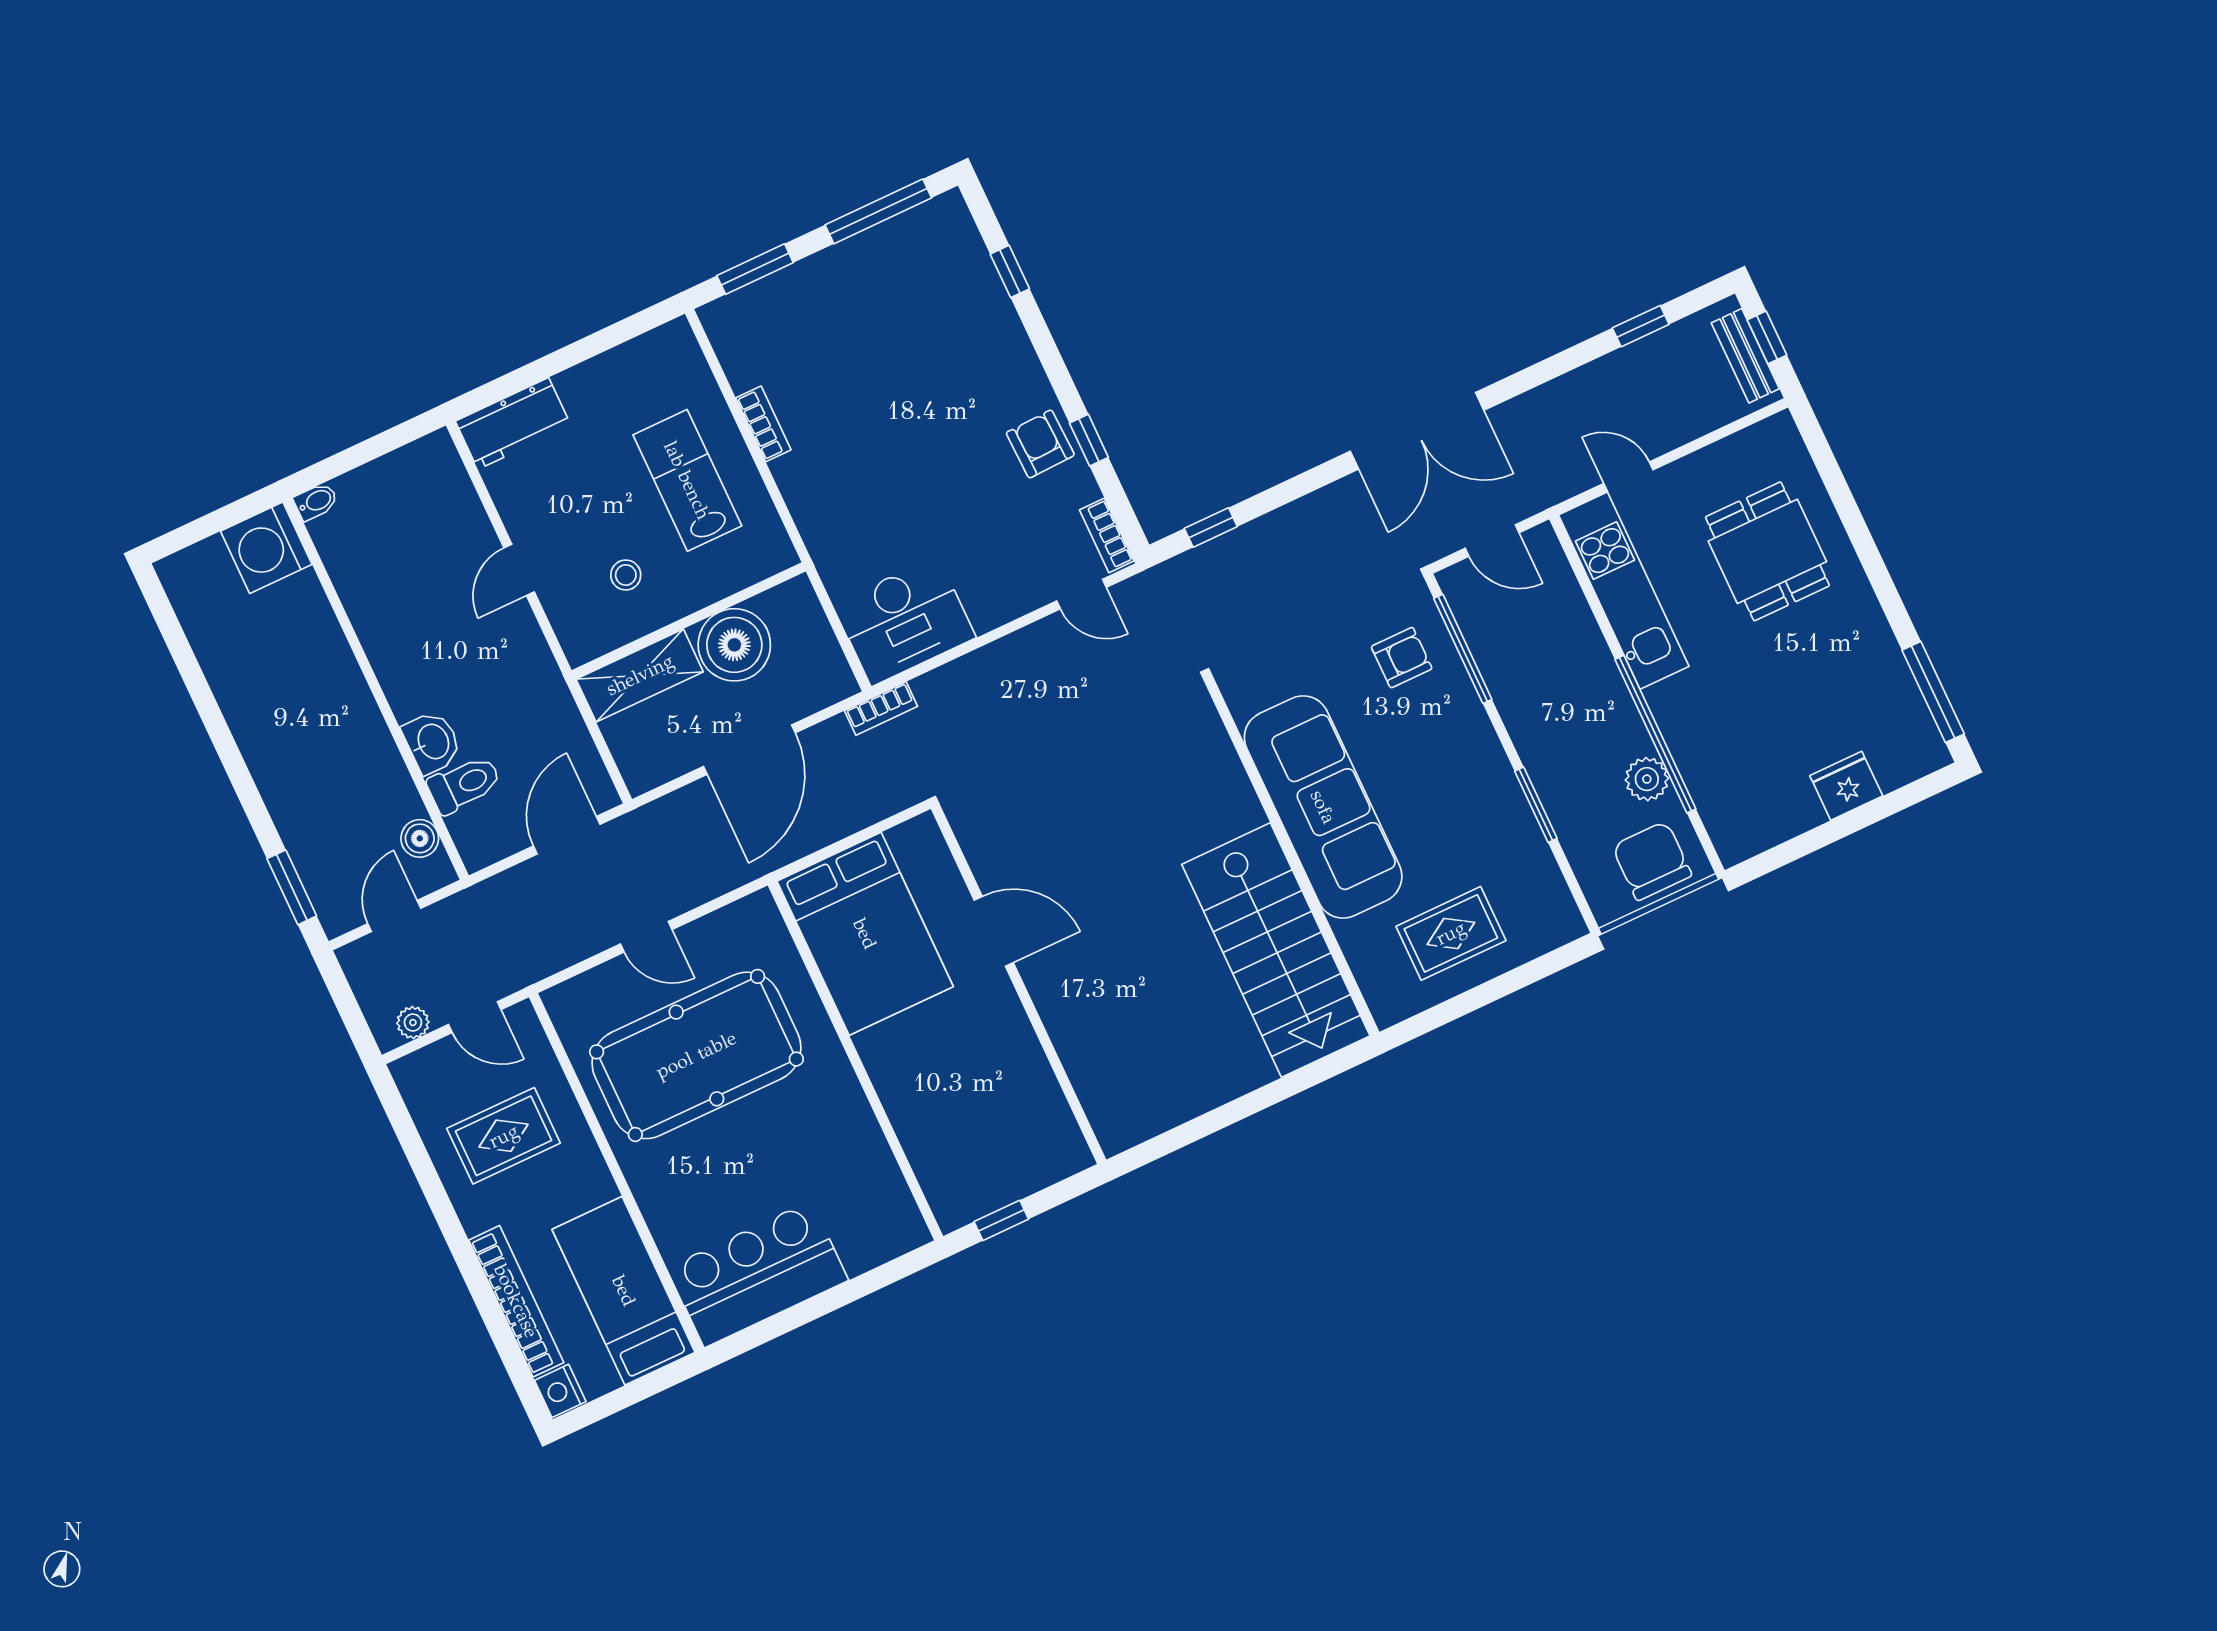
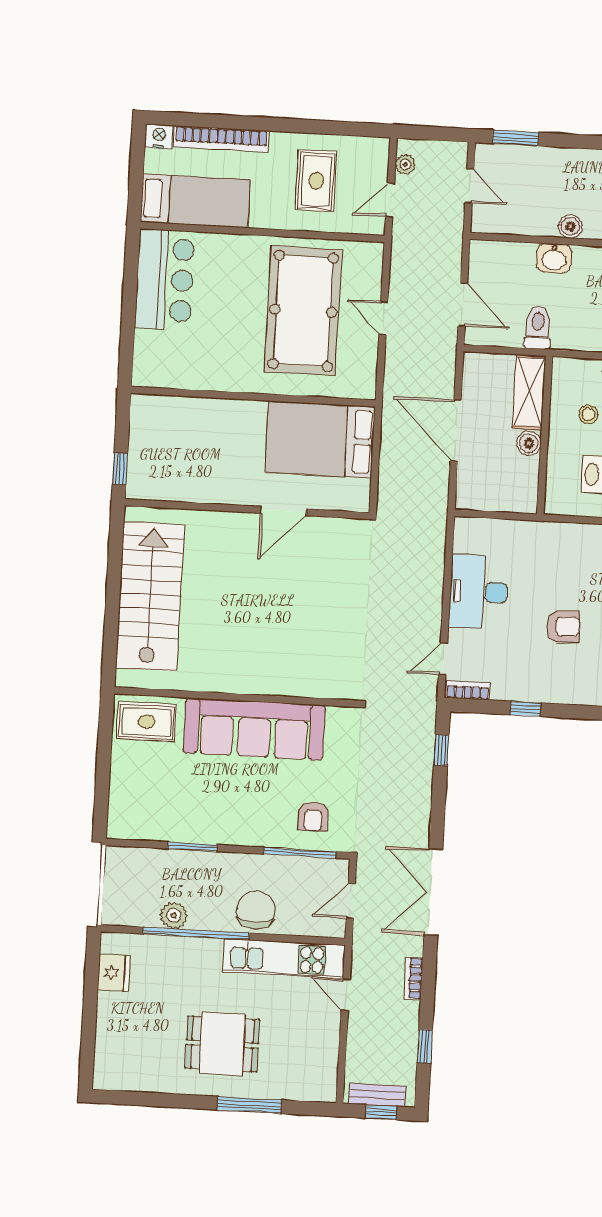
armchair: (1040, 444) -> (563, 627), moved
door: (1628, 477) -> (346, 995), swing flipped
dining table: (1767, 551) -> (222, 1044), moved
desk: (904, 621) -> (479, 592), moved
boiler: (734, 645) -> (529, 443), width x0.54, depth x0.54
window: (1933, 692) -> (249, 1105), moved
bookcase: (881, 709) -> (413, 978), moved
toilet: (464, 784) -> (538, 328), moved, turned 180
fridge: (1846, 786) -> (114, 973), moved
boiler: (420, 838) -> (570, 226), moved
chair: (1652, 861) -> (256, 910), moved, turned -90
rug: (1451, 933) -> (147, 722), moved, turned 90
door: (646, 937) -> (383, 318), hinge flipped
stairs: (1276, 950) -> (150, 596), moved, turned 90
window: (1001, 1220) -> (120, 469), moved

